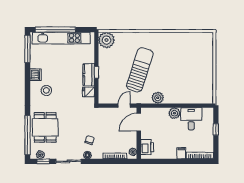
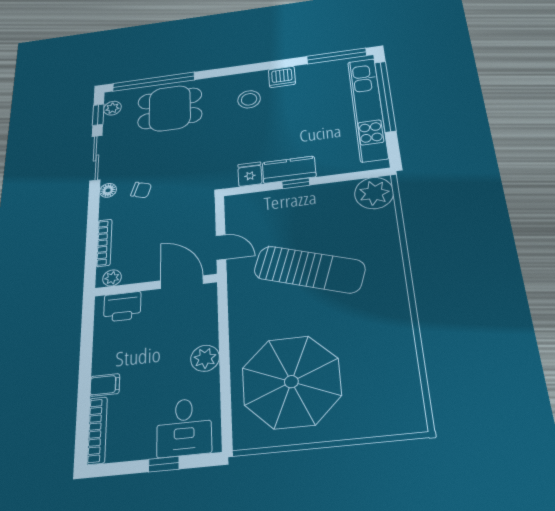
parasol: (188, 80) -> (291, 382), added
plant: (158, 98) -> (242, 316), removed
desk: (191, 119) -> (184, 427), moved, turned 90

